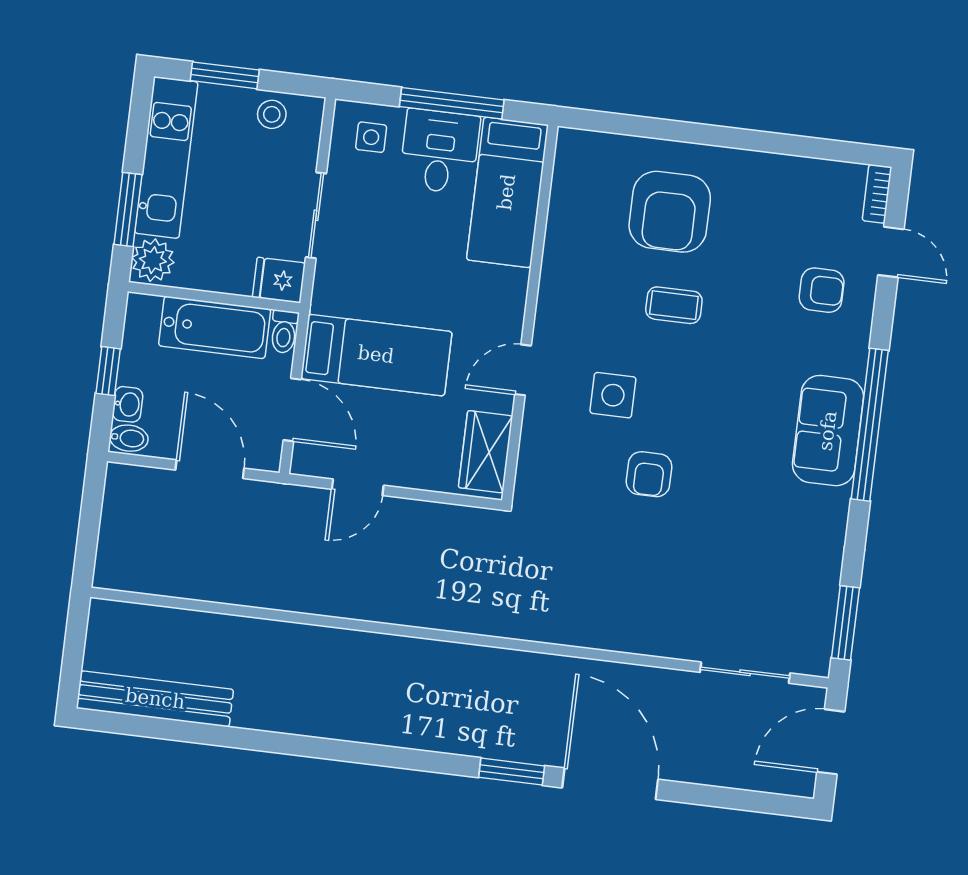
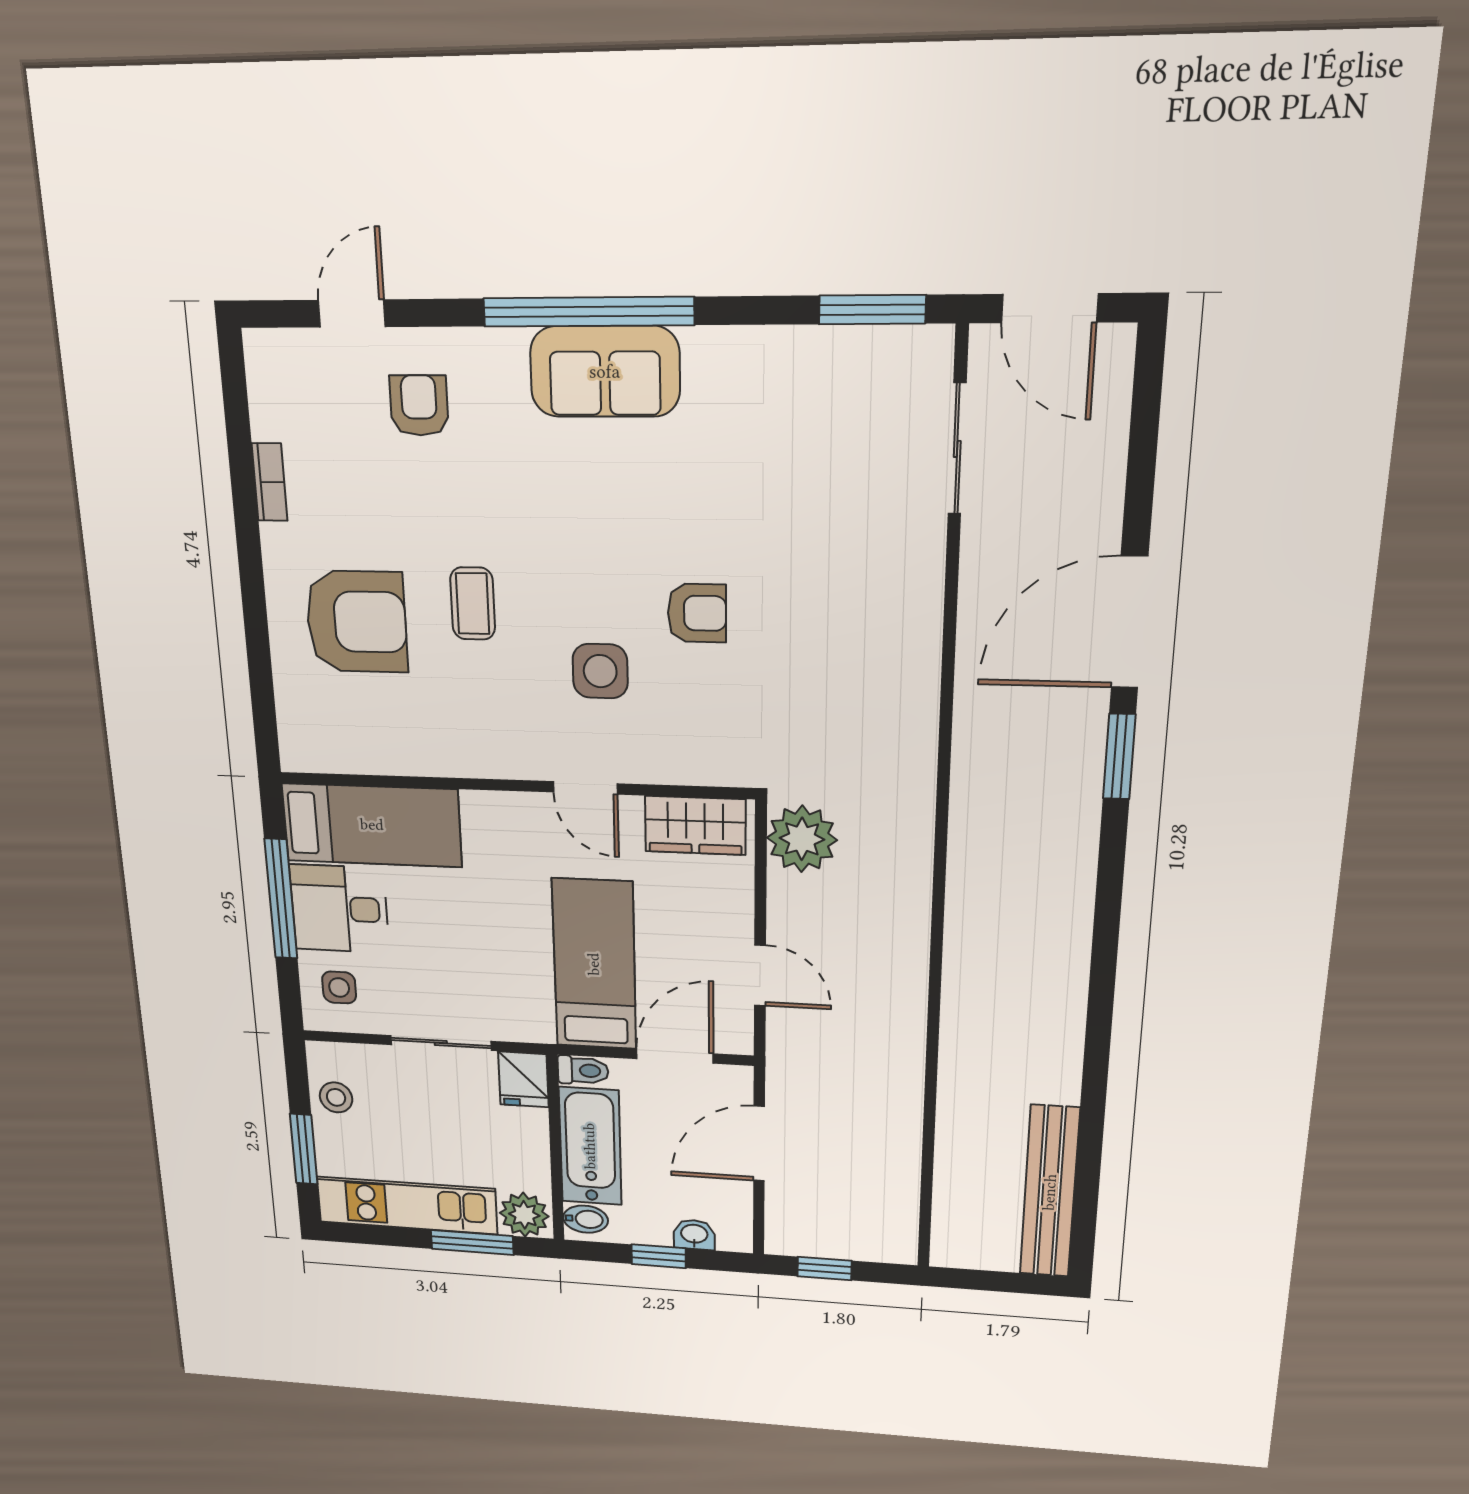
bookcase: (877, 194) -> (270, 482), moved, turned -90
bidet: (129, 438) -> (586, 1219), moved, turned 90
window: (91, 510) -> (825, 1269), added
plant: (468, 533) -> (802, 839), added

